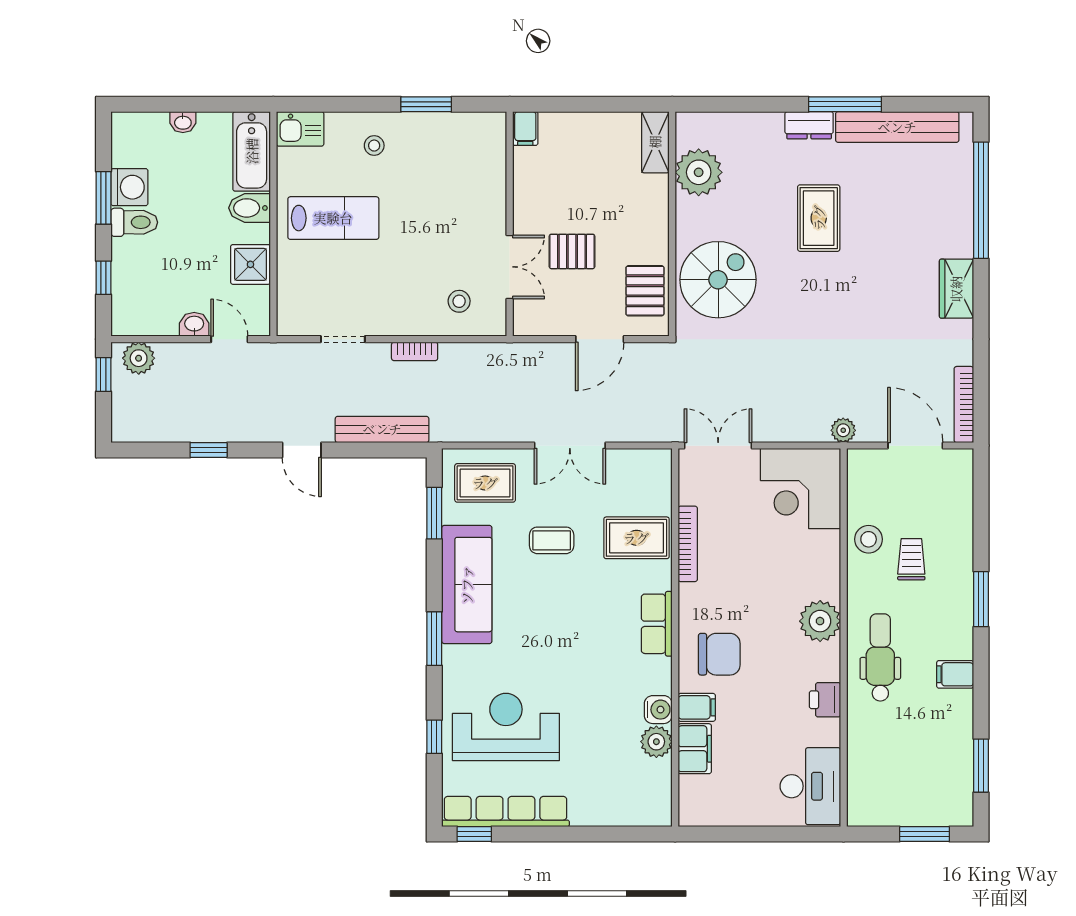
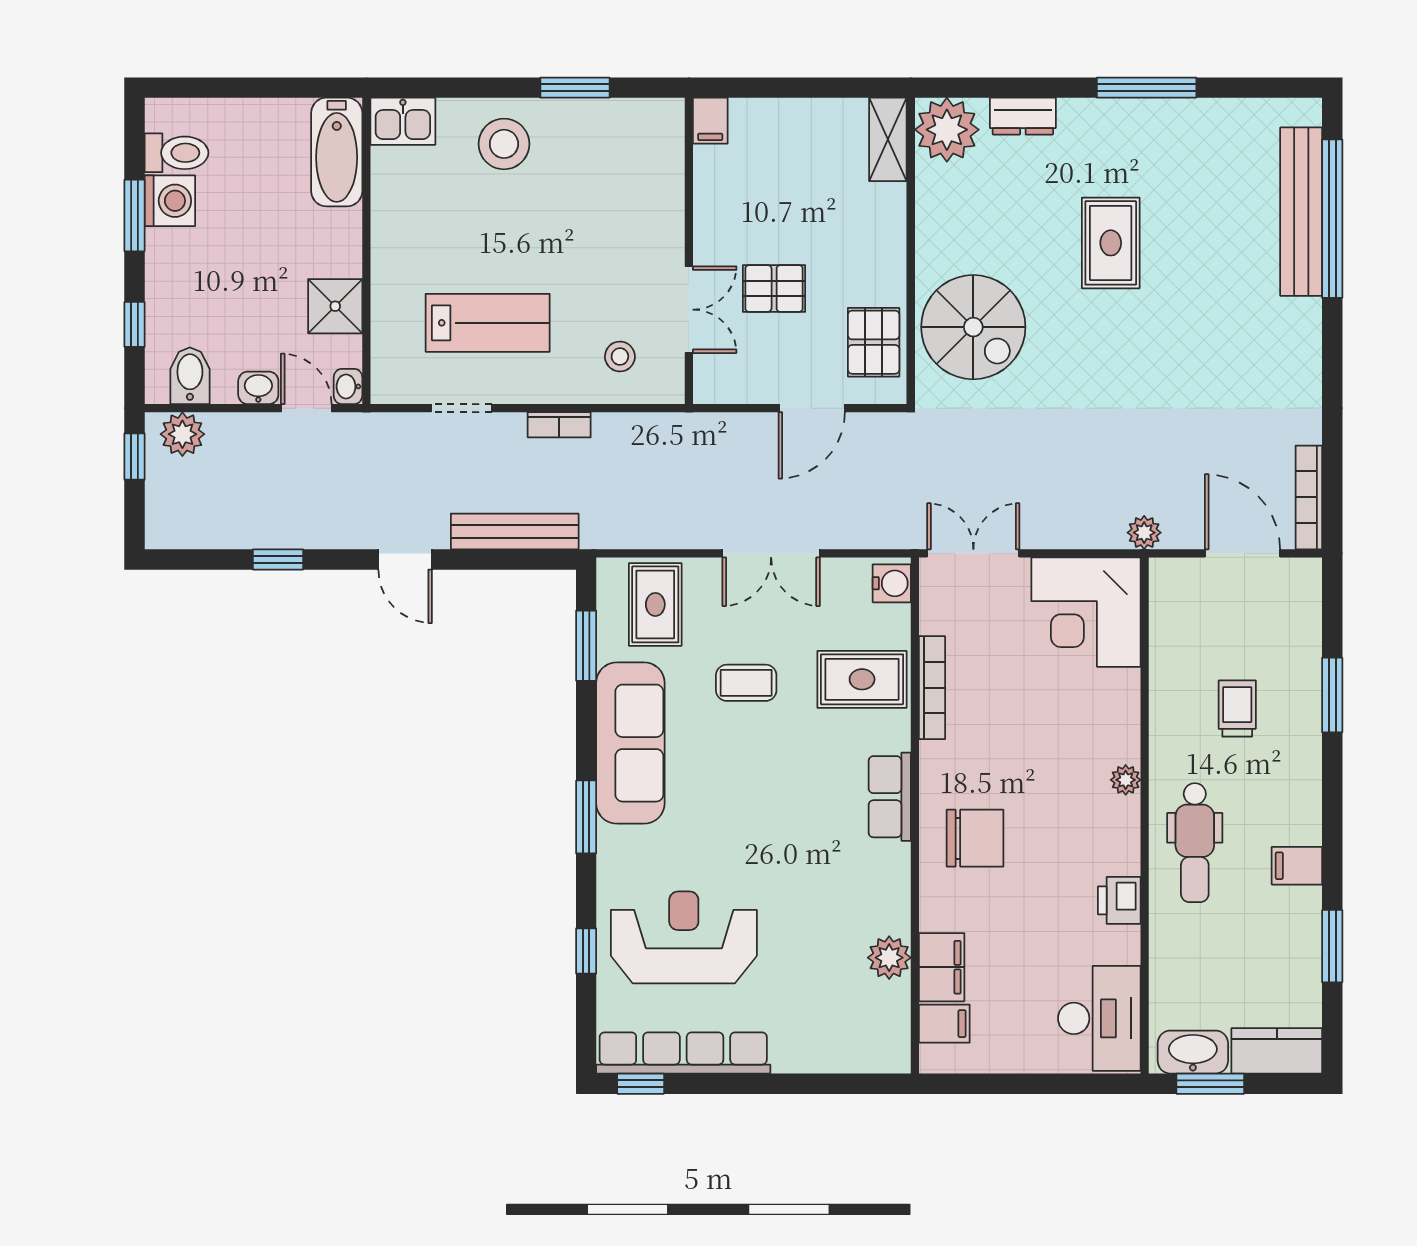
washbasin: (183, 122) -> (348, 386), moved, turned 90
dresser: (809, 125) -> (1023, 116), moved
bench: (897, 127) -> (1301, 212), moved, turned 90
stool: (374, 146) -> (504, 144), width x1.89, depth x1.89
plant: (699, 172) -> (947, 130), moved
bidet: (250, 208) -> (190, 376), moved, turned 90
lab bench: (333, 218) -> (488, 323), moved
toilet: (134, 222) -> (176, 153), moved
spiral stairs: (718, 280) -> (973, 327), turned 90
wardrobe: (956, 289) -> (1299, 339), removed
rug: (485, 483) -> (655, 604), turned 90
stool: (869, 539) -> (1179, 681), removed
window: (981, 599) -> (1332, 695), moved
plant: (820, 621) -> (1126, 780), width x0.53, depth x0.53
dental chair: (880, 657) -> (1195, 843), turned 180
filing cabinet: (697, 707) -> (944, 1024), moved
water cooler: (658, 710) -> (892, 583), moved
window: (981, 766) -> (1332, 946), moved
kitchen counter: (940, 810) -> (1277, 1051), added
washbasin: (879, 811) -> (1193, 1052), added
window: (925, 834) -> (1210, 1084), moved

